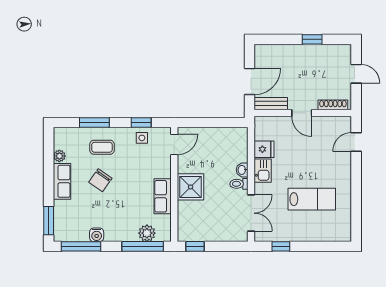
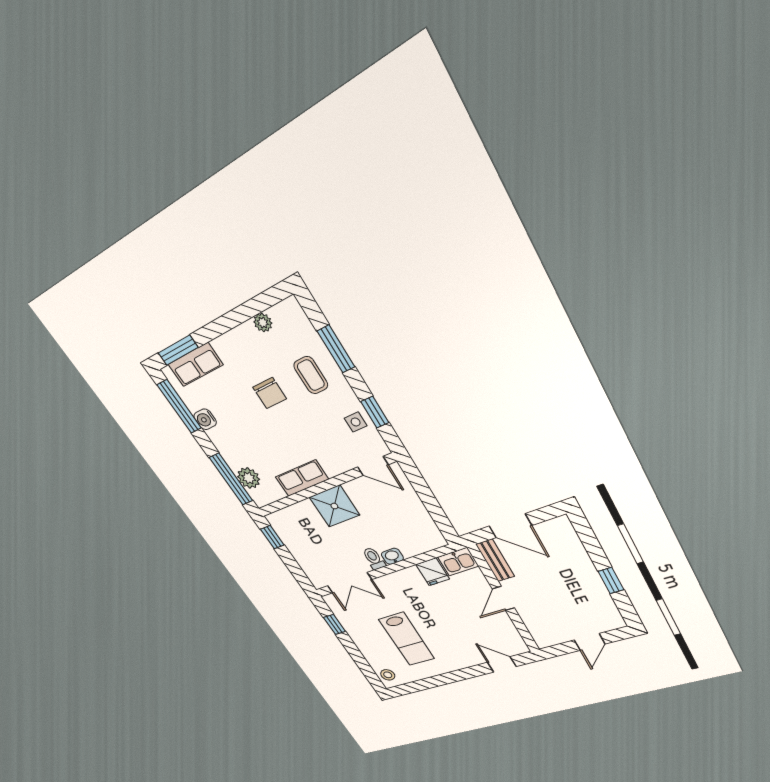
shoe rack: (333, 105) -> (534, 629), removed
kitchen sink: (263, 171) -> (458, 562), moved
chair: (100, 180) -> (270, 393), turned -125
row of seats: (62, 181) -> (195, 365), moved
stool: (339, 233) -> (388, 675), added

